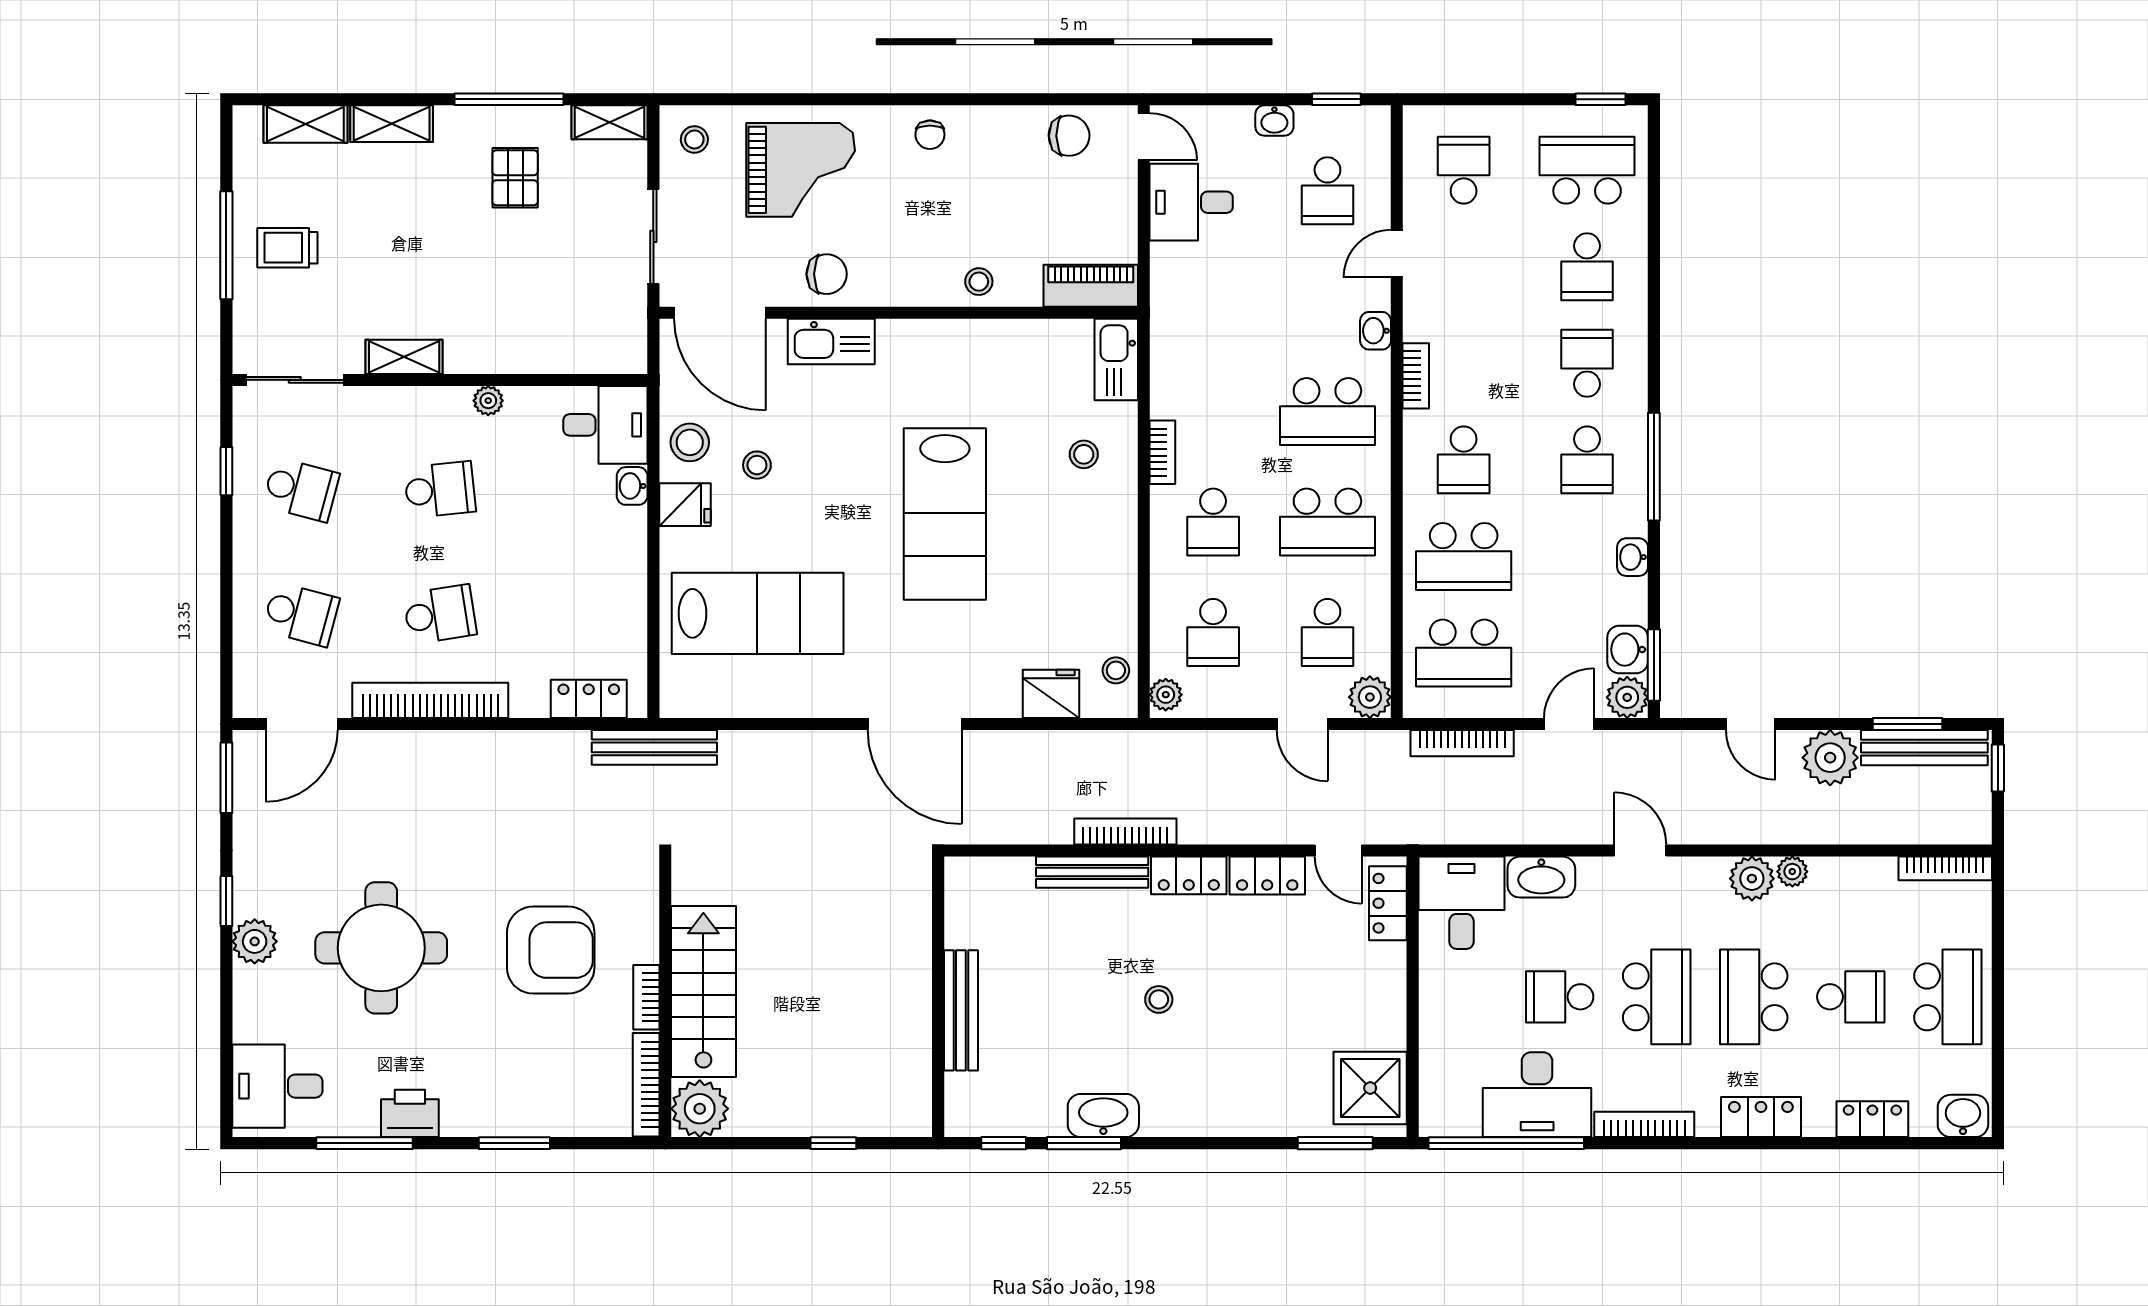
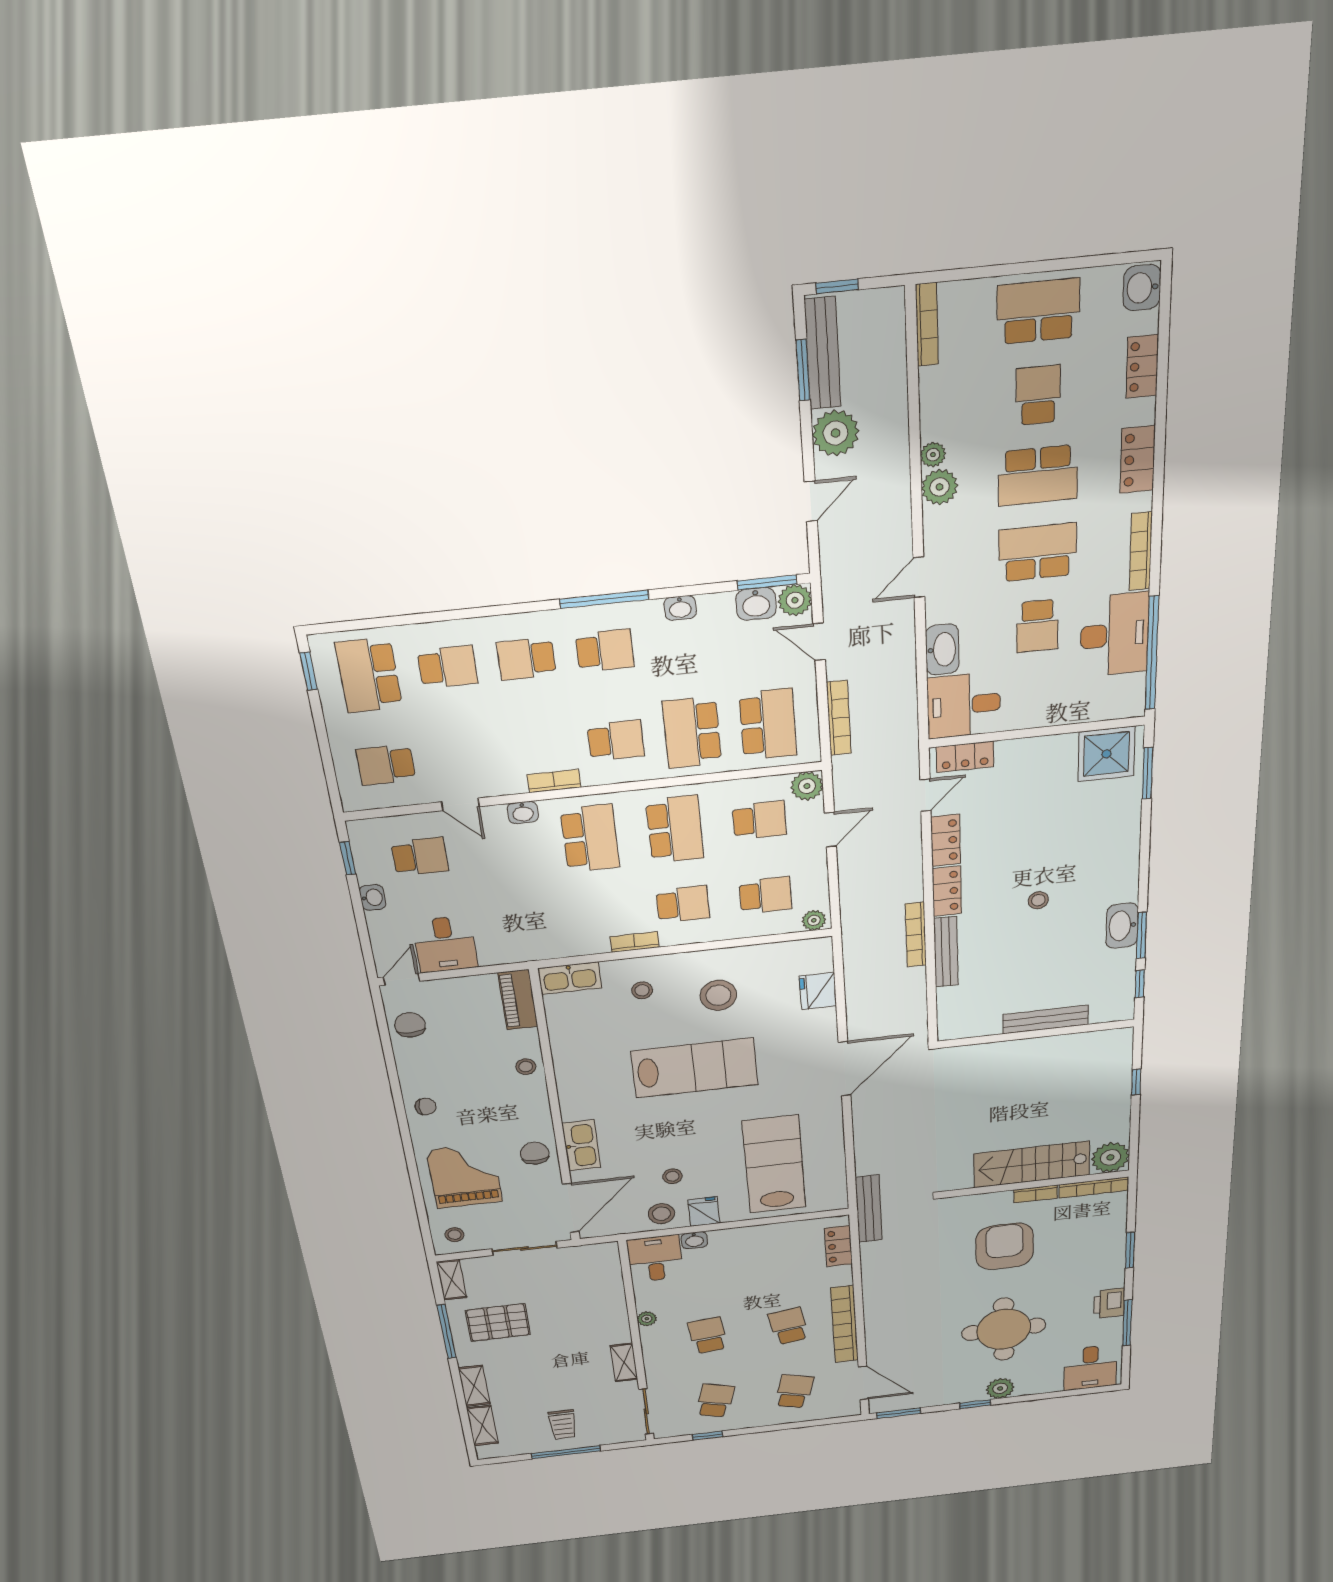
pallet: (515, 178) -> (498, 1323), width x1.50, depth x1.42
school desk: (1464, 556) -> (692, 732), turned 180
stool: (1116, 670) -> (718, 995), moved, width x1.89, depth x1.89

